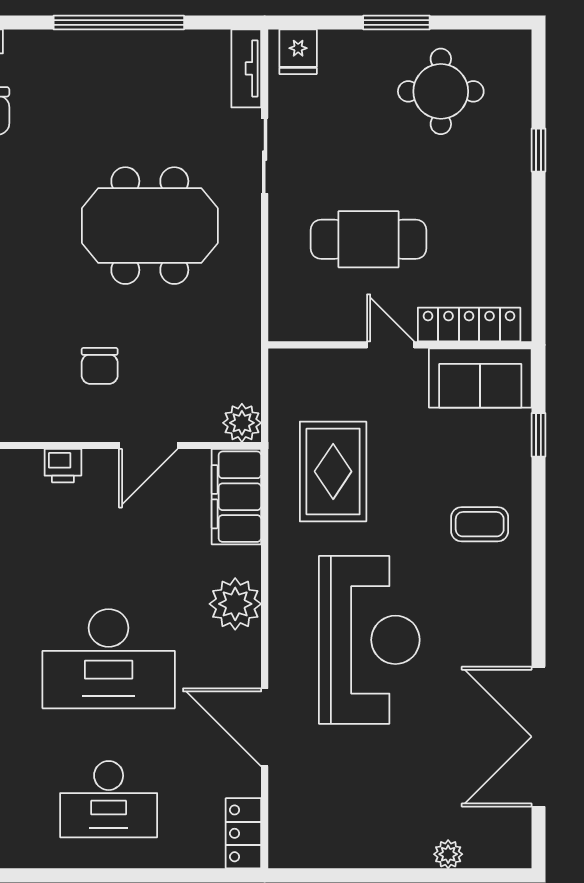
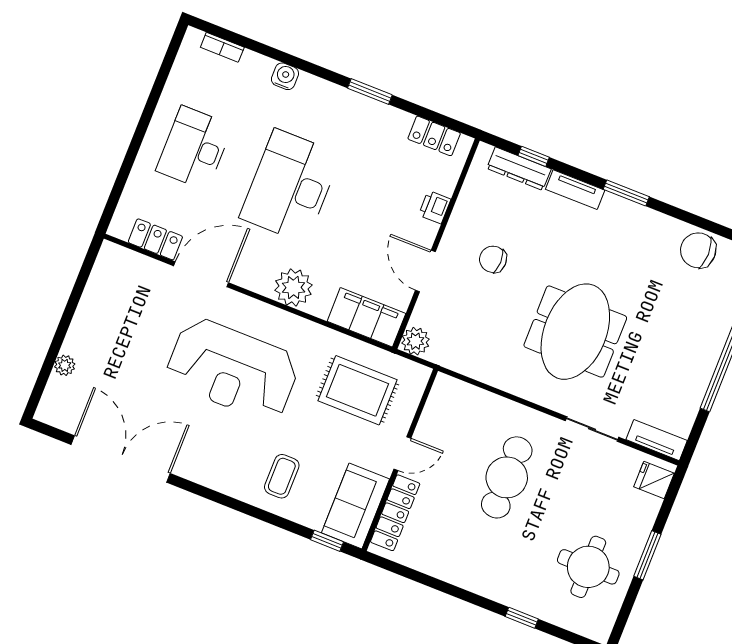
locker: (469, 324) -> (395, 513), moved
door: (391, 345) -> (402, 454), moved
wall: (400, 345) -> (400, 460), moved
sofa: (480, 378) -> (355, 506), moved
locker: (243, 833) -> (155, 239), moved

